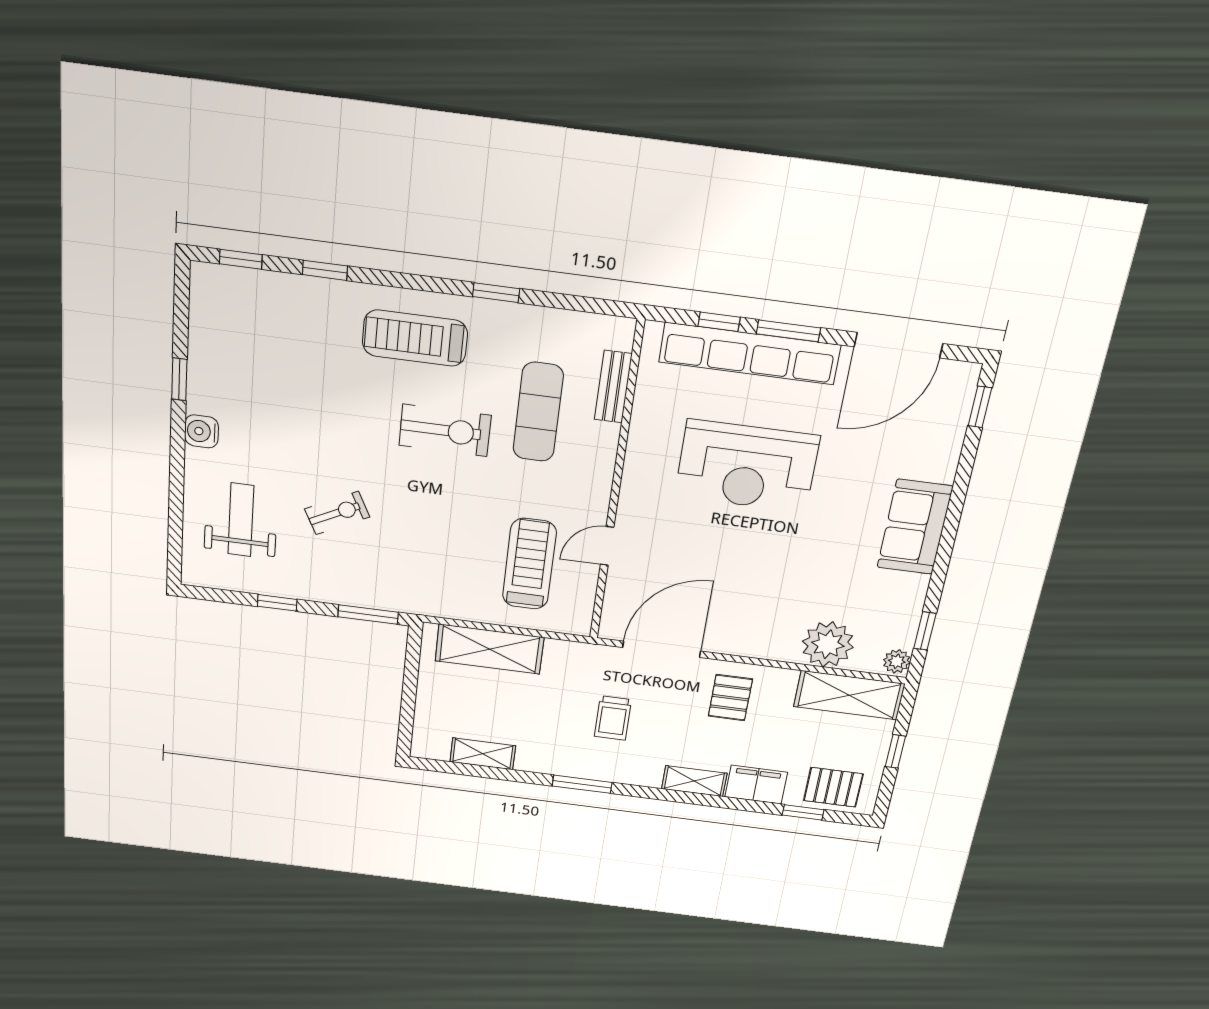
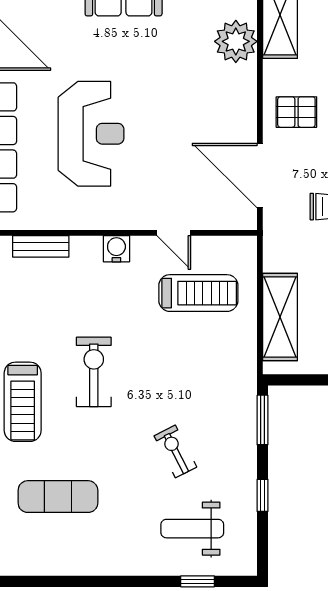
window: (179, 379) -> (198, 581), moved
exercise mat: (538, 412) -> (58, 497), moved
water cooler: (201, 431) -> (116, 249), moved, turned 180
treadmill: (529, 564) -> (198, 293), turned 180

